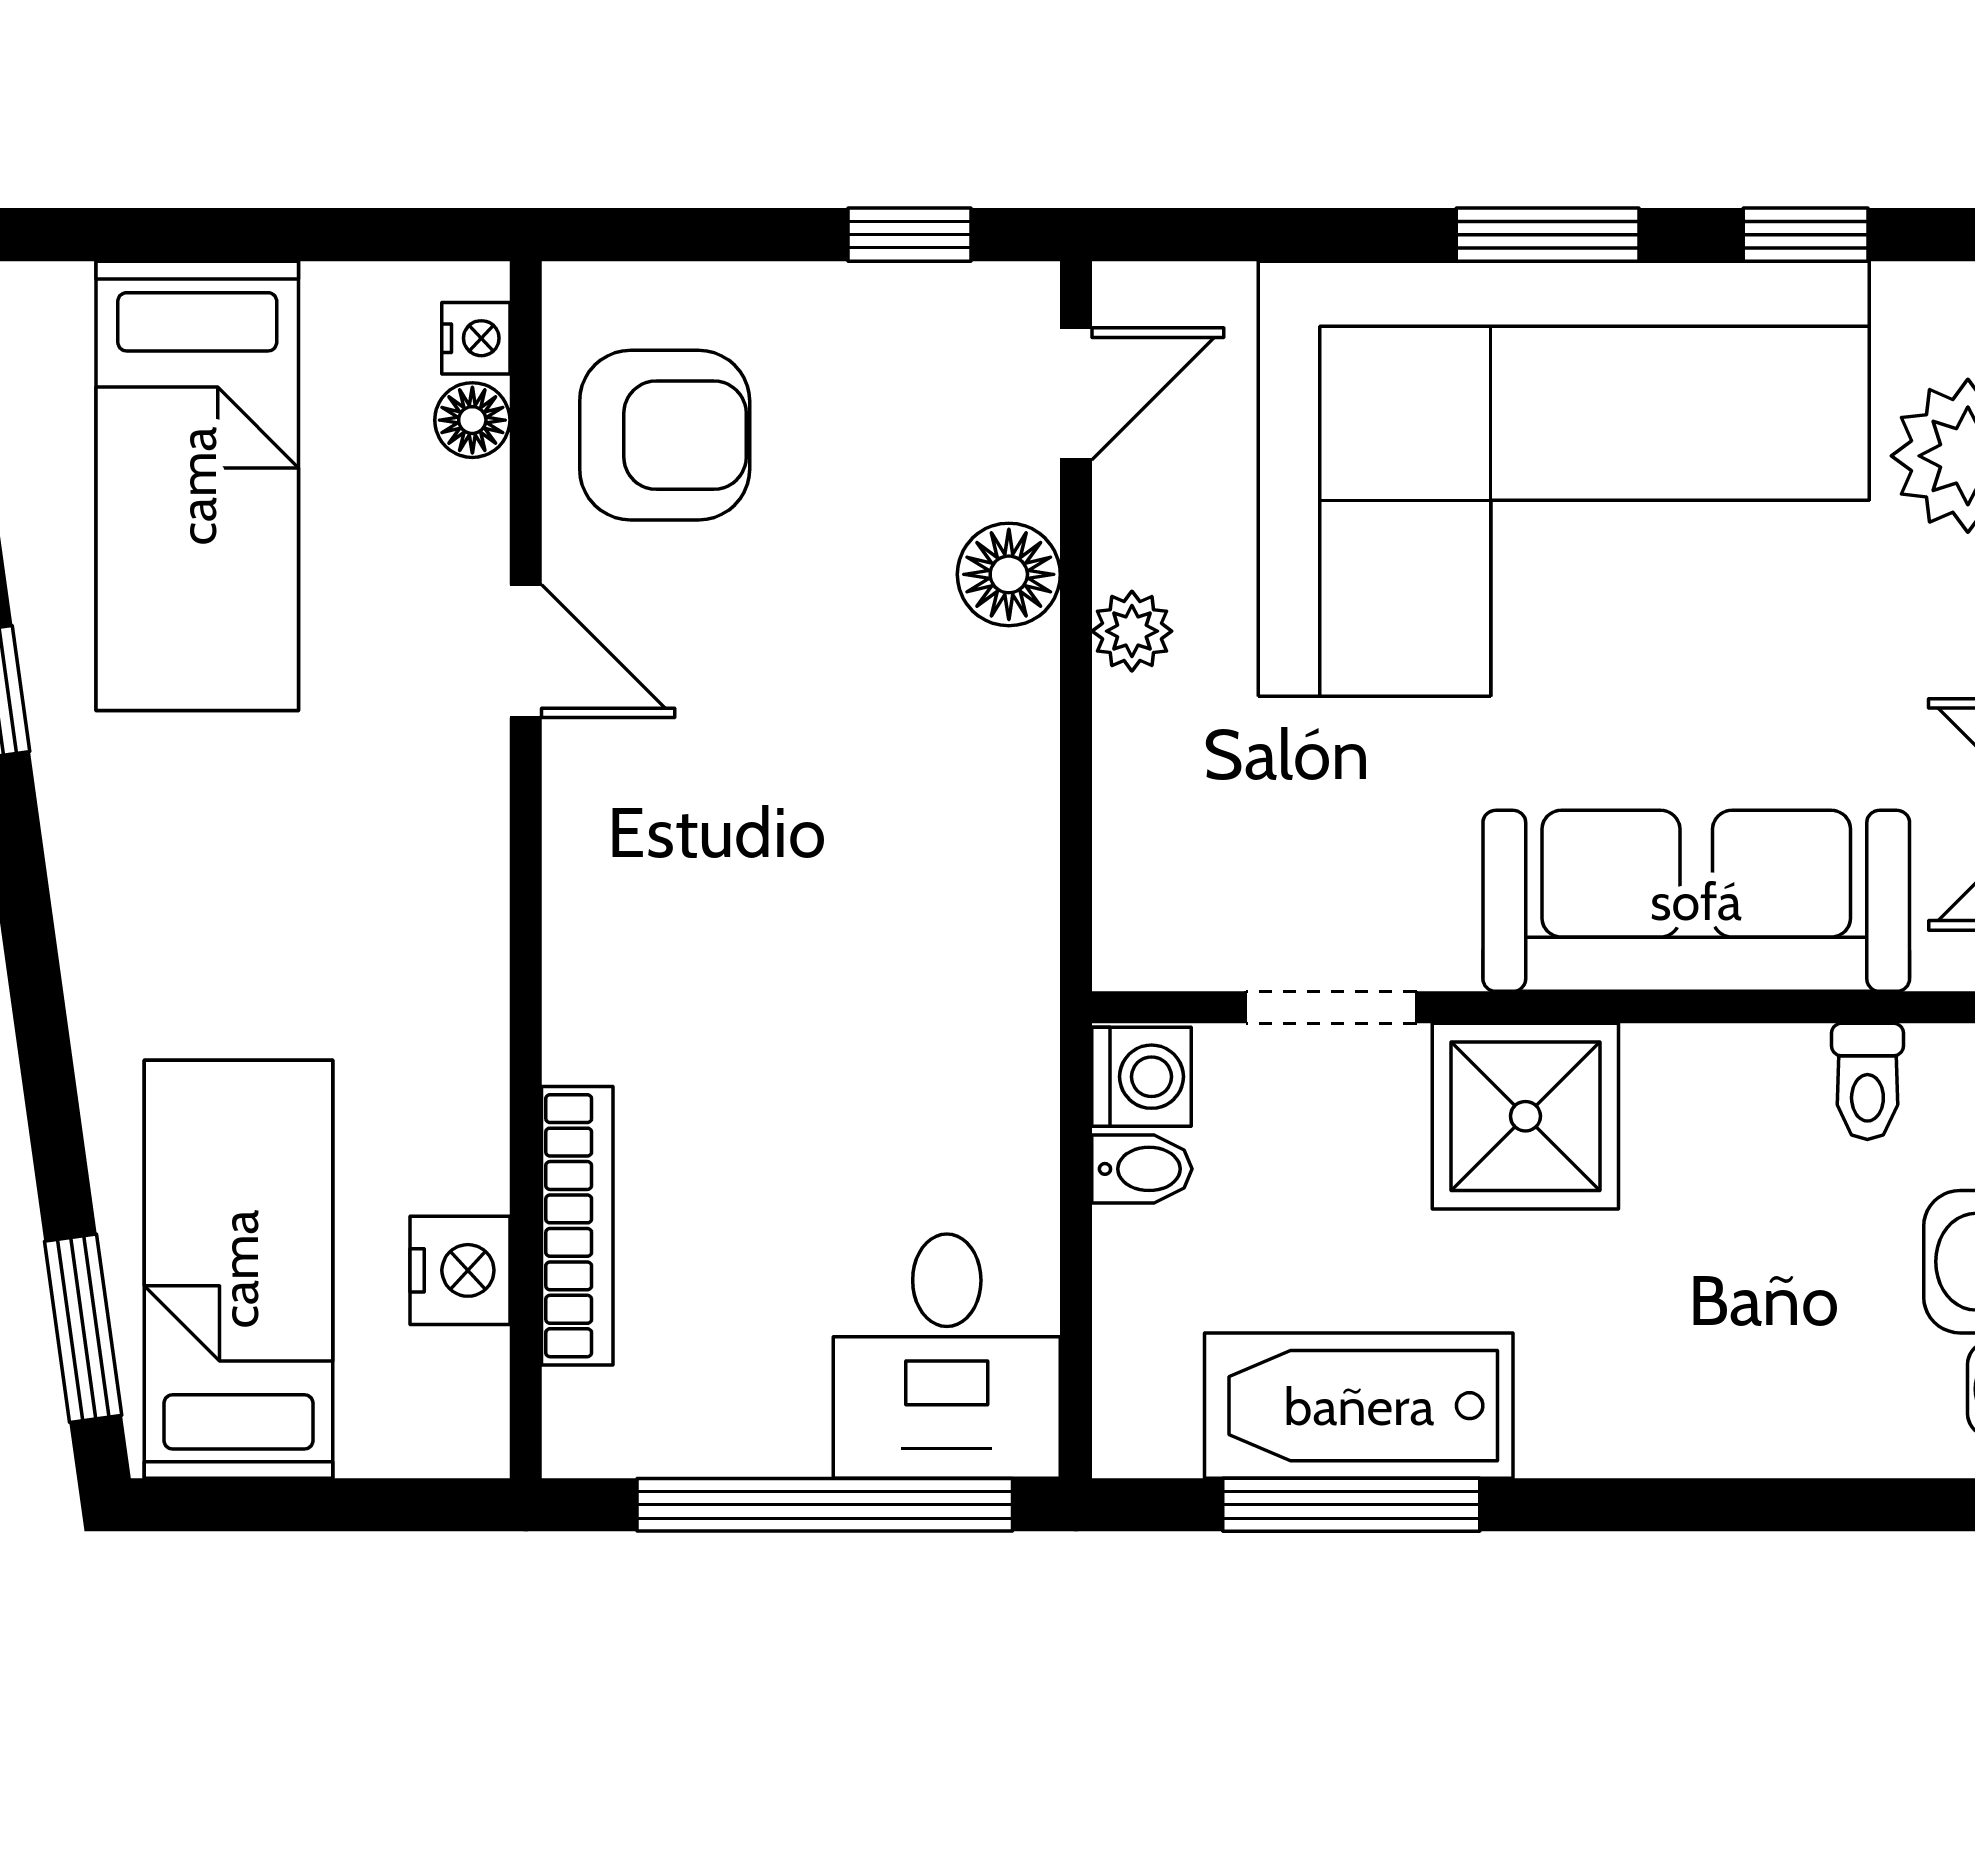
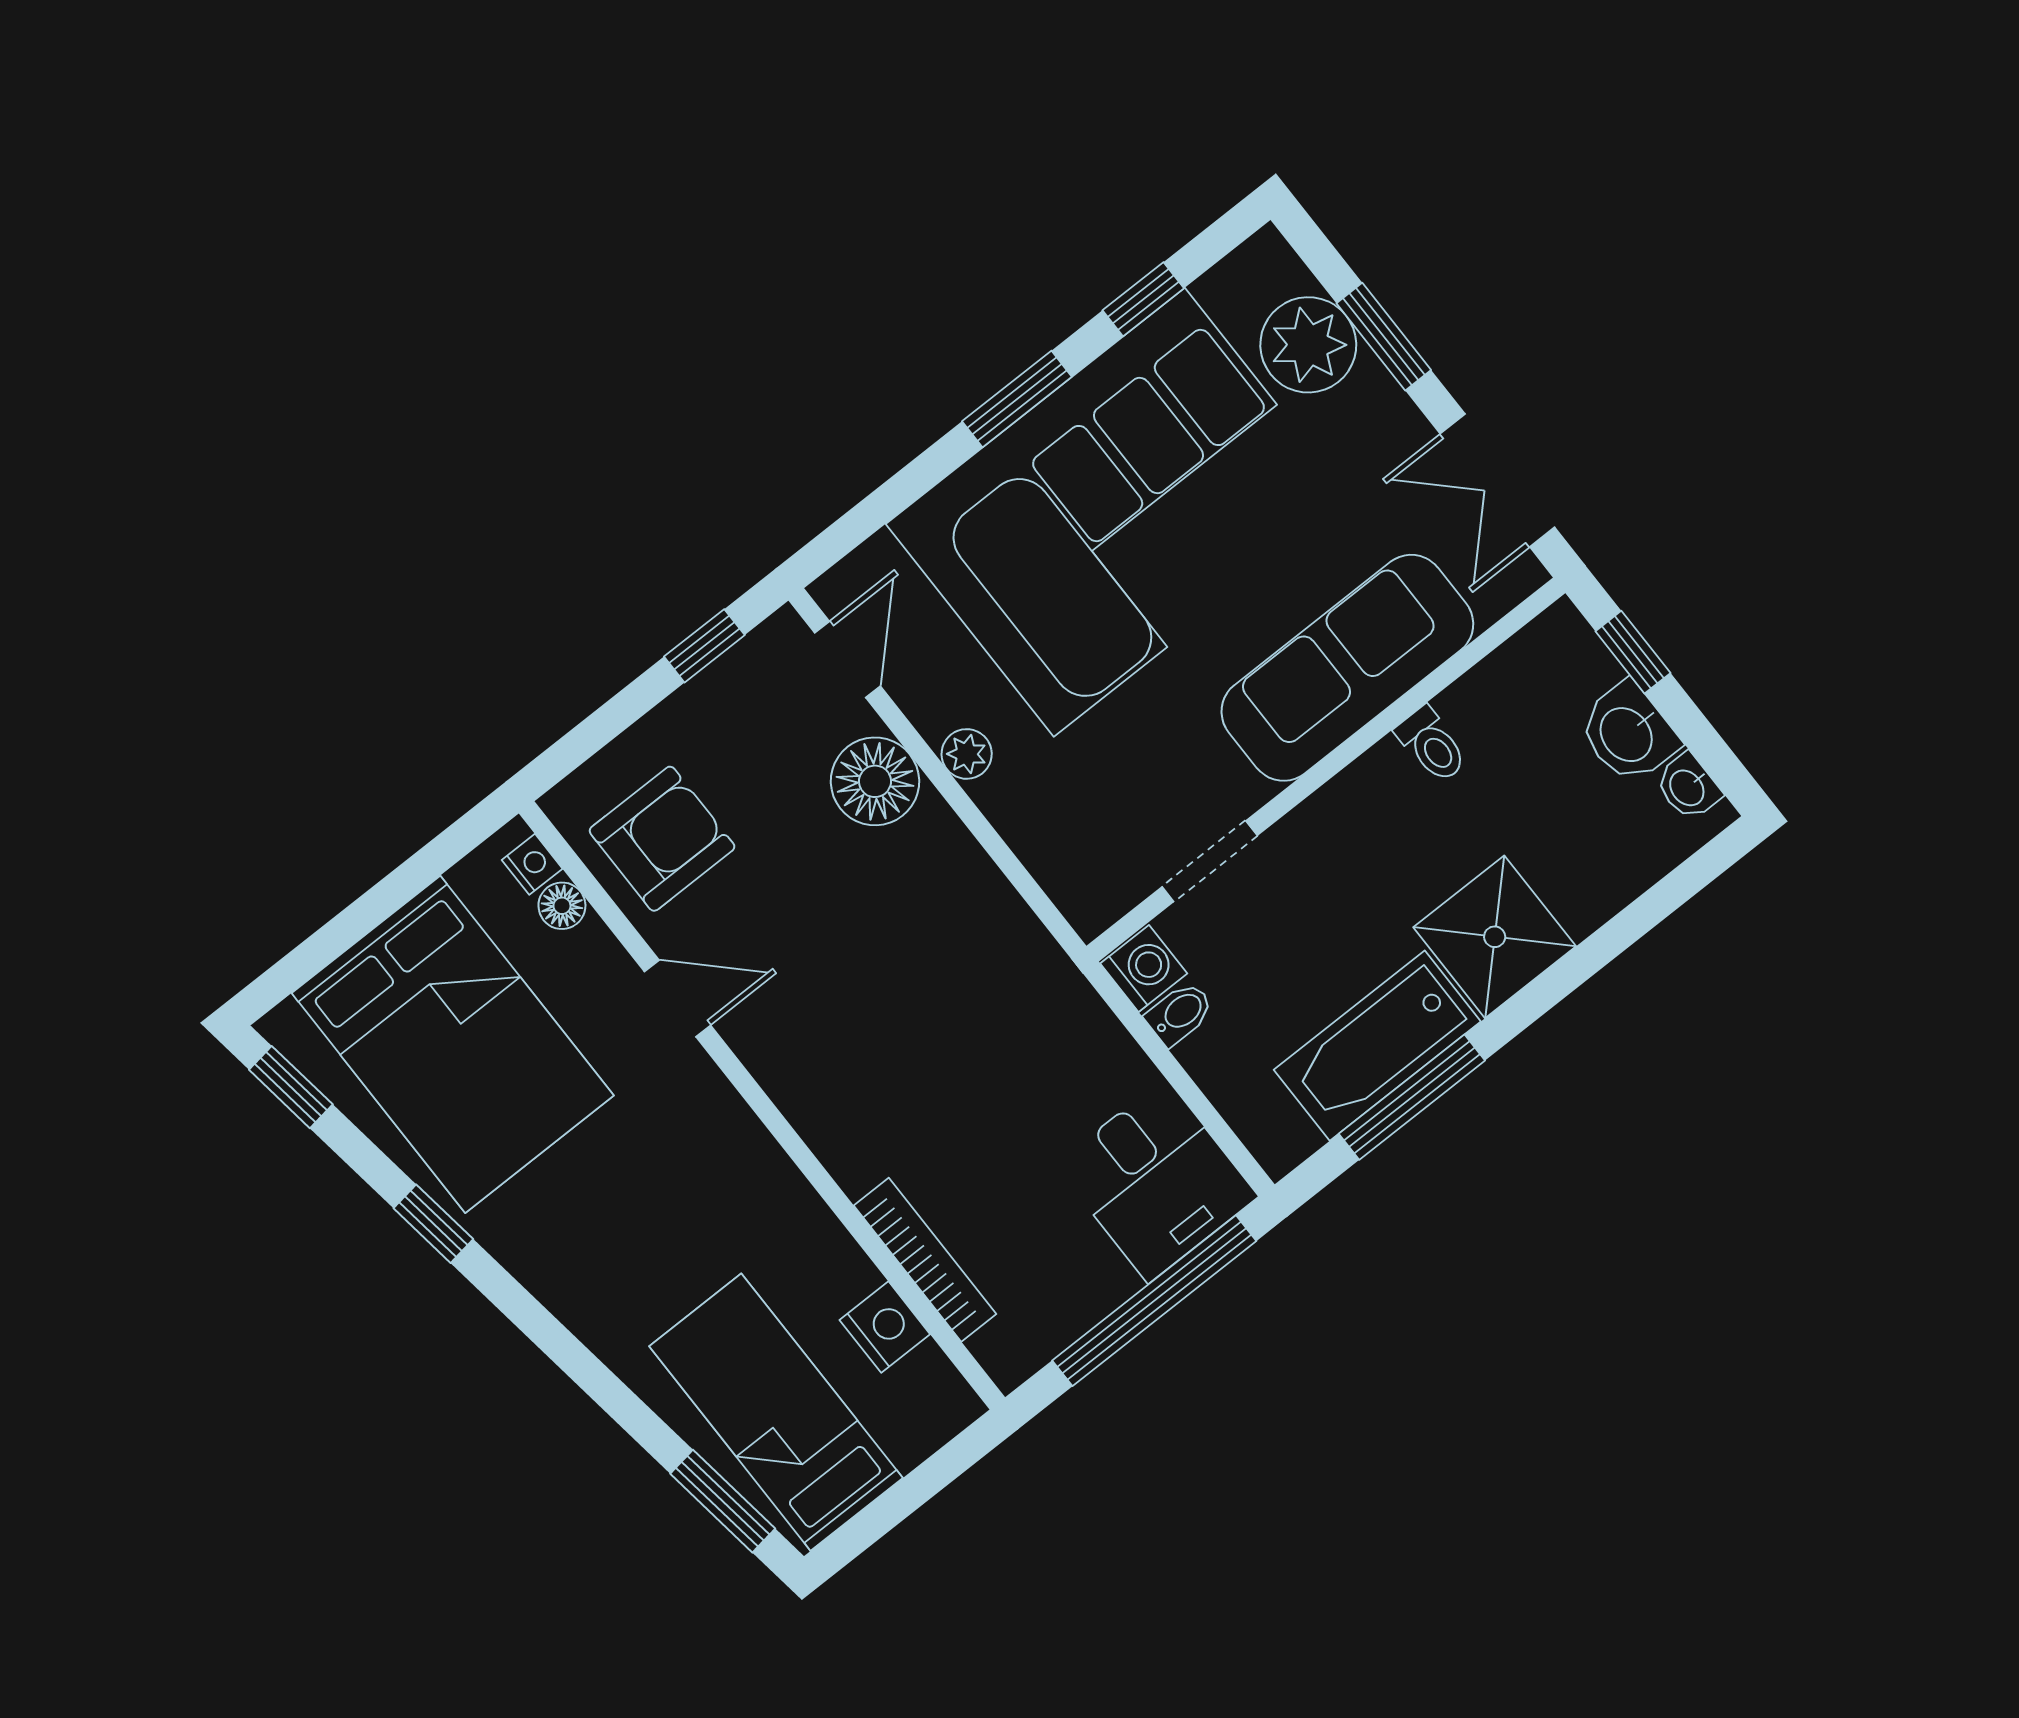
bed: (197, 486) -> (453, 1044), width x1.50
floor lamp: (1009, 574) -> (875, 781), width x1.38, depth x1.38
toilet: (1867, 1081) -> (1432, 745), moved
shower: (1525, 1116) -> (1495, 937), moved

